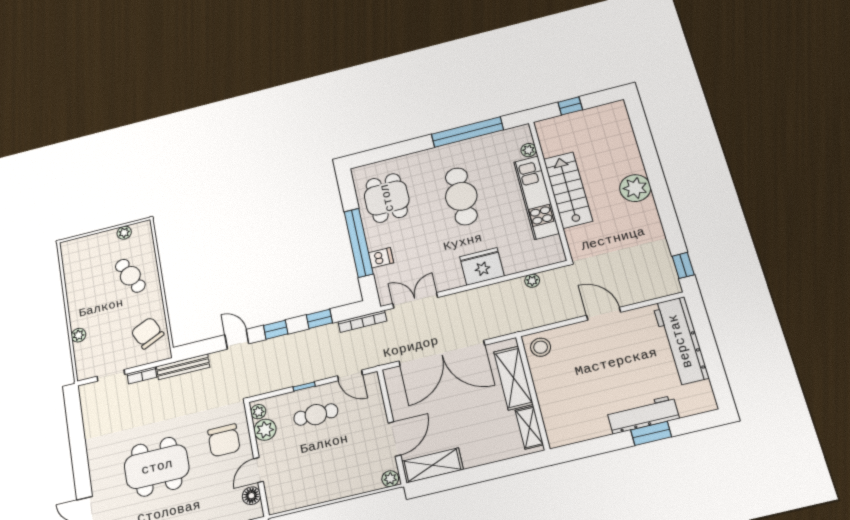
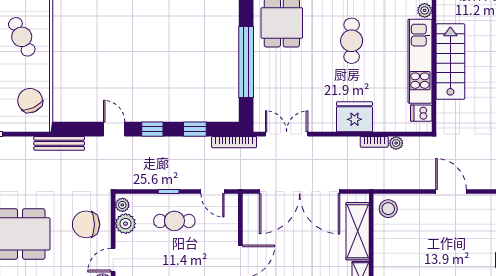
cafe table: (461, 196) -> (352, 41), width x0.73, depth x0.74
dishwasher: (381, 258) -> (421, 113), moved, turned 180
bookcase: (142, 375) -> (374, 142), moved
chair: (224, 440) -> (86, 224), turned 90

